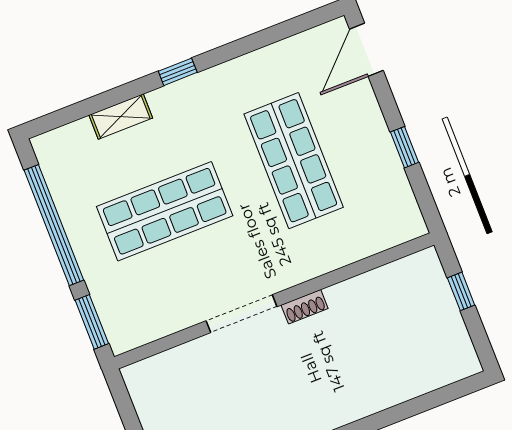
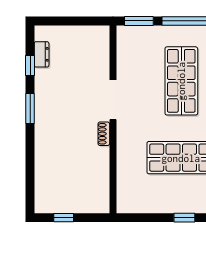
window: (405, 147) -> (184, 218), moved
window: (461, 291) -> (64, 218), moved

